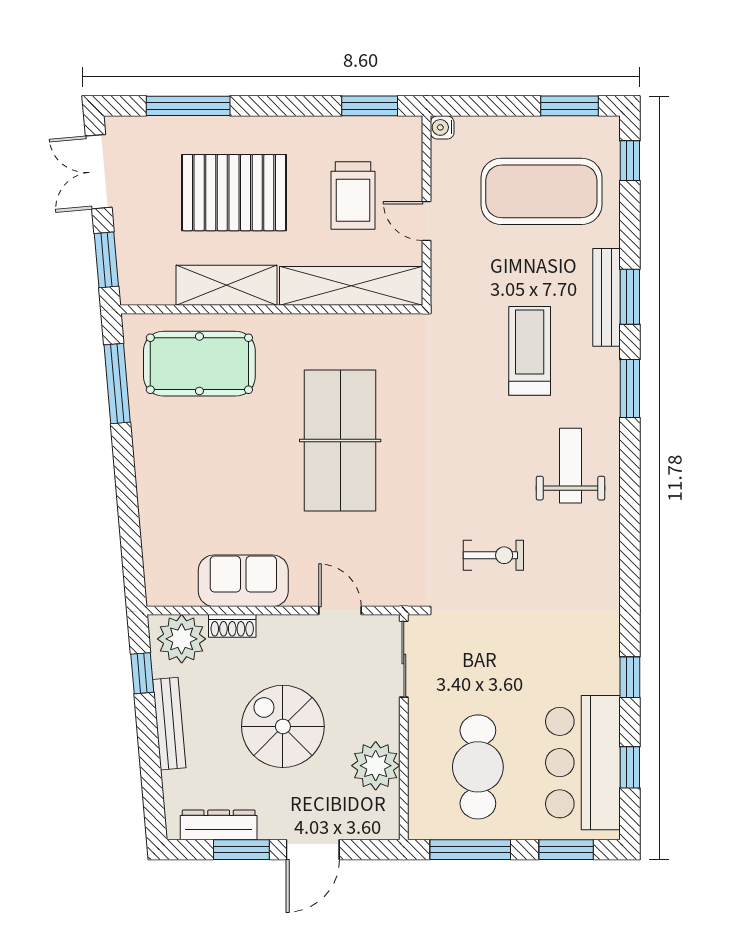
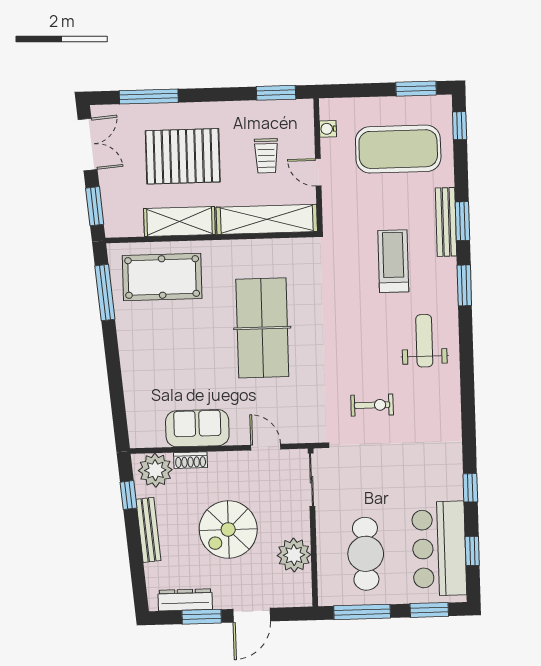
water cooler: (442, 127) -> (328, 129), moved
double door: (99, 172) -> (88, 145), swing flipped
trolley: (353, 195) -> (266, 156), width x0.73, depth x0.72
spiral stairs: (283, 726) -> (228, 529), turned -90

